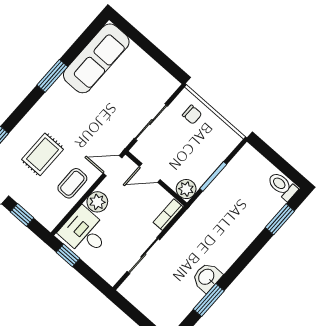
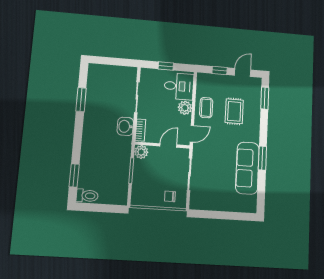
sofa: (96, 58) -> (247, 168), moved
window: (68, 255) -> (166, 66), moved
washbasin: (207, 277) -> (125, 126), moved, turned 180

